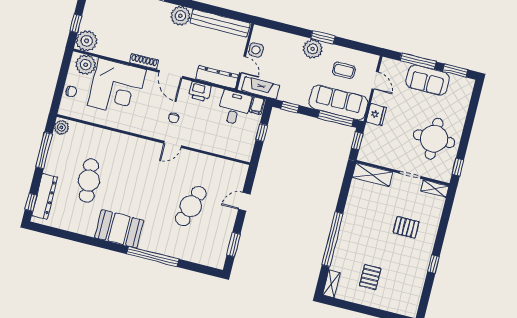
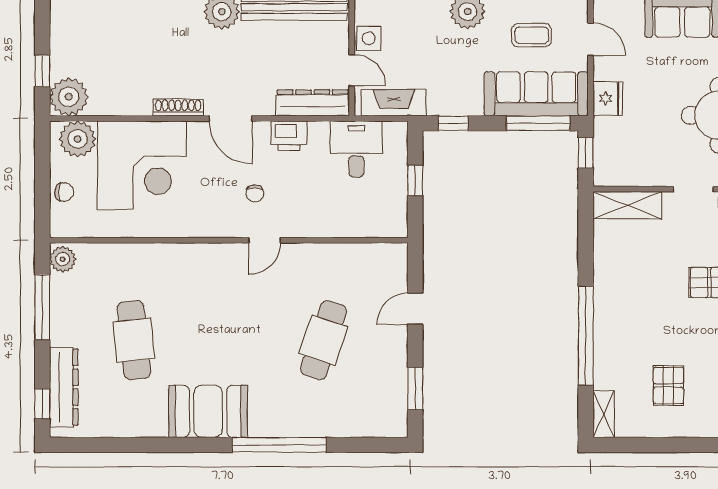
filing cabinet: (257, 106) -> (395, 135), removed

